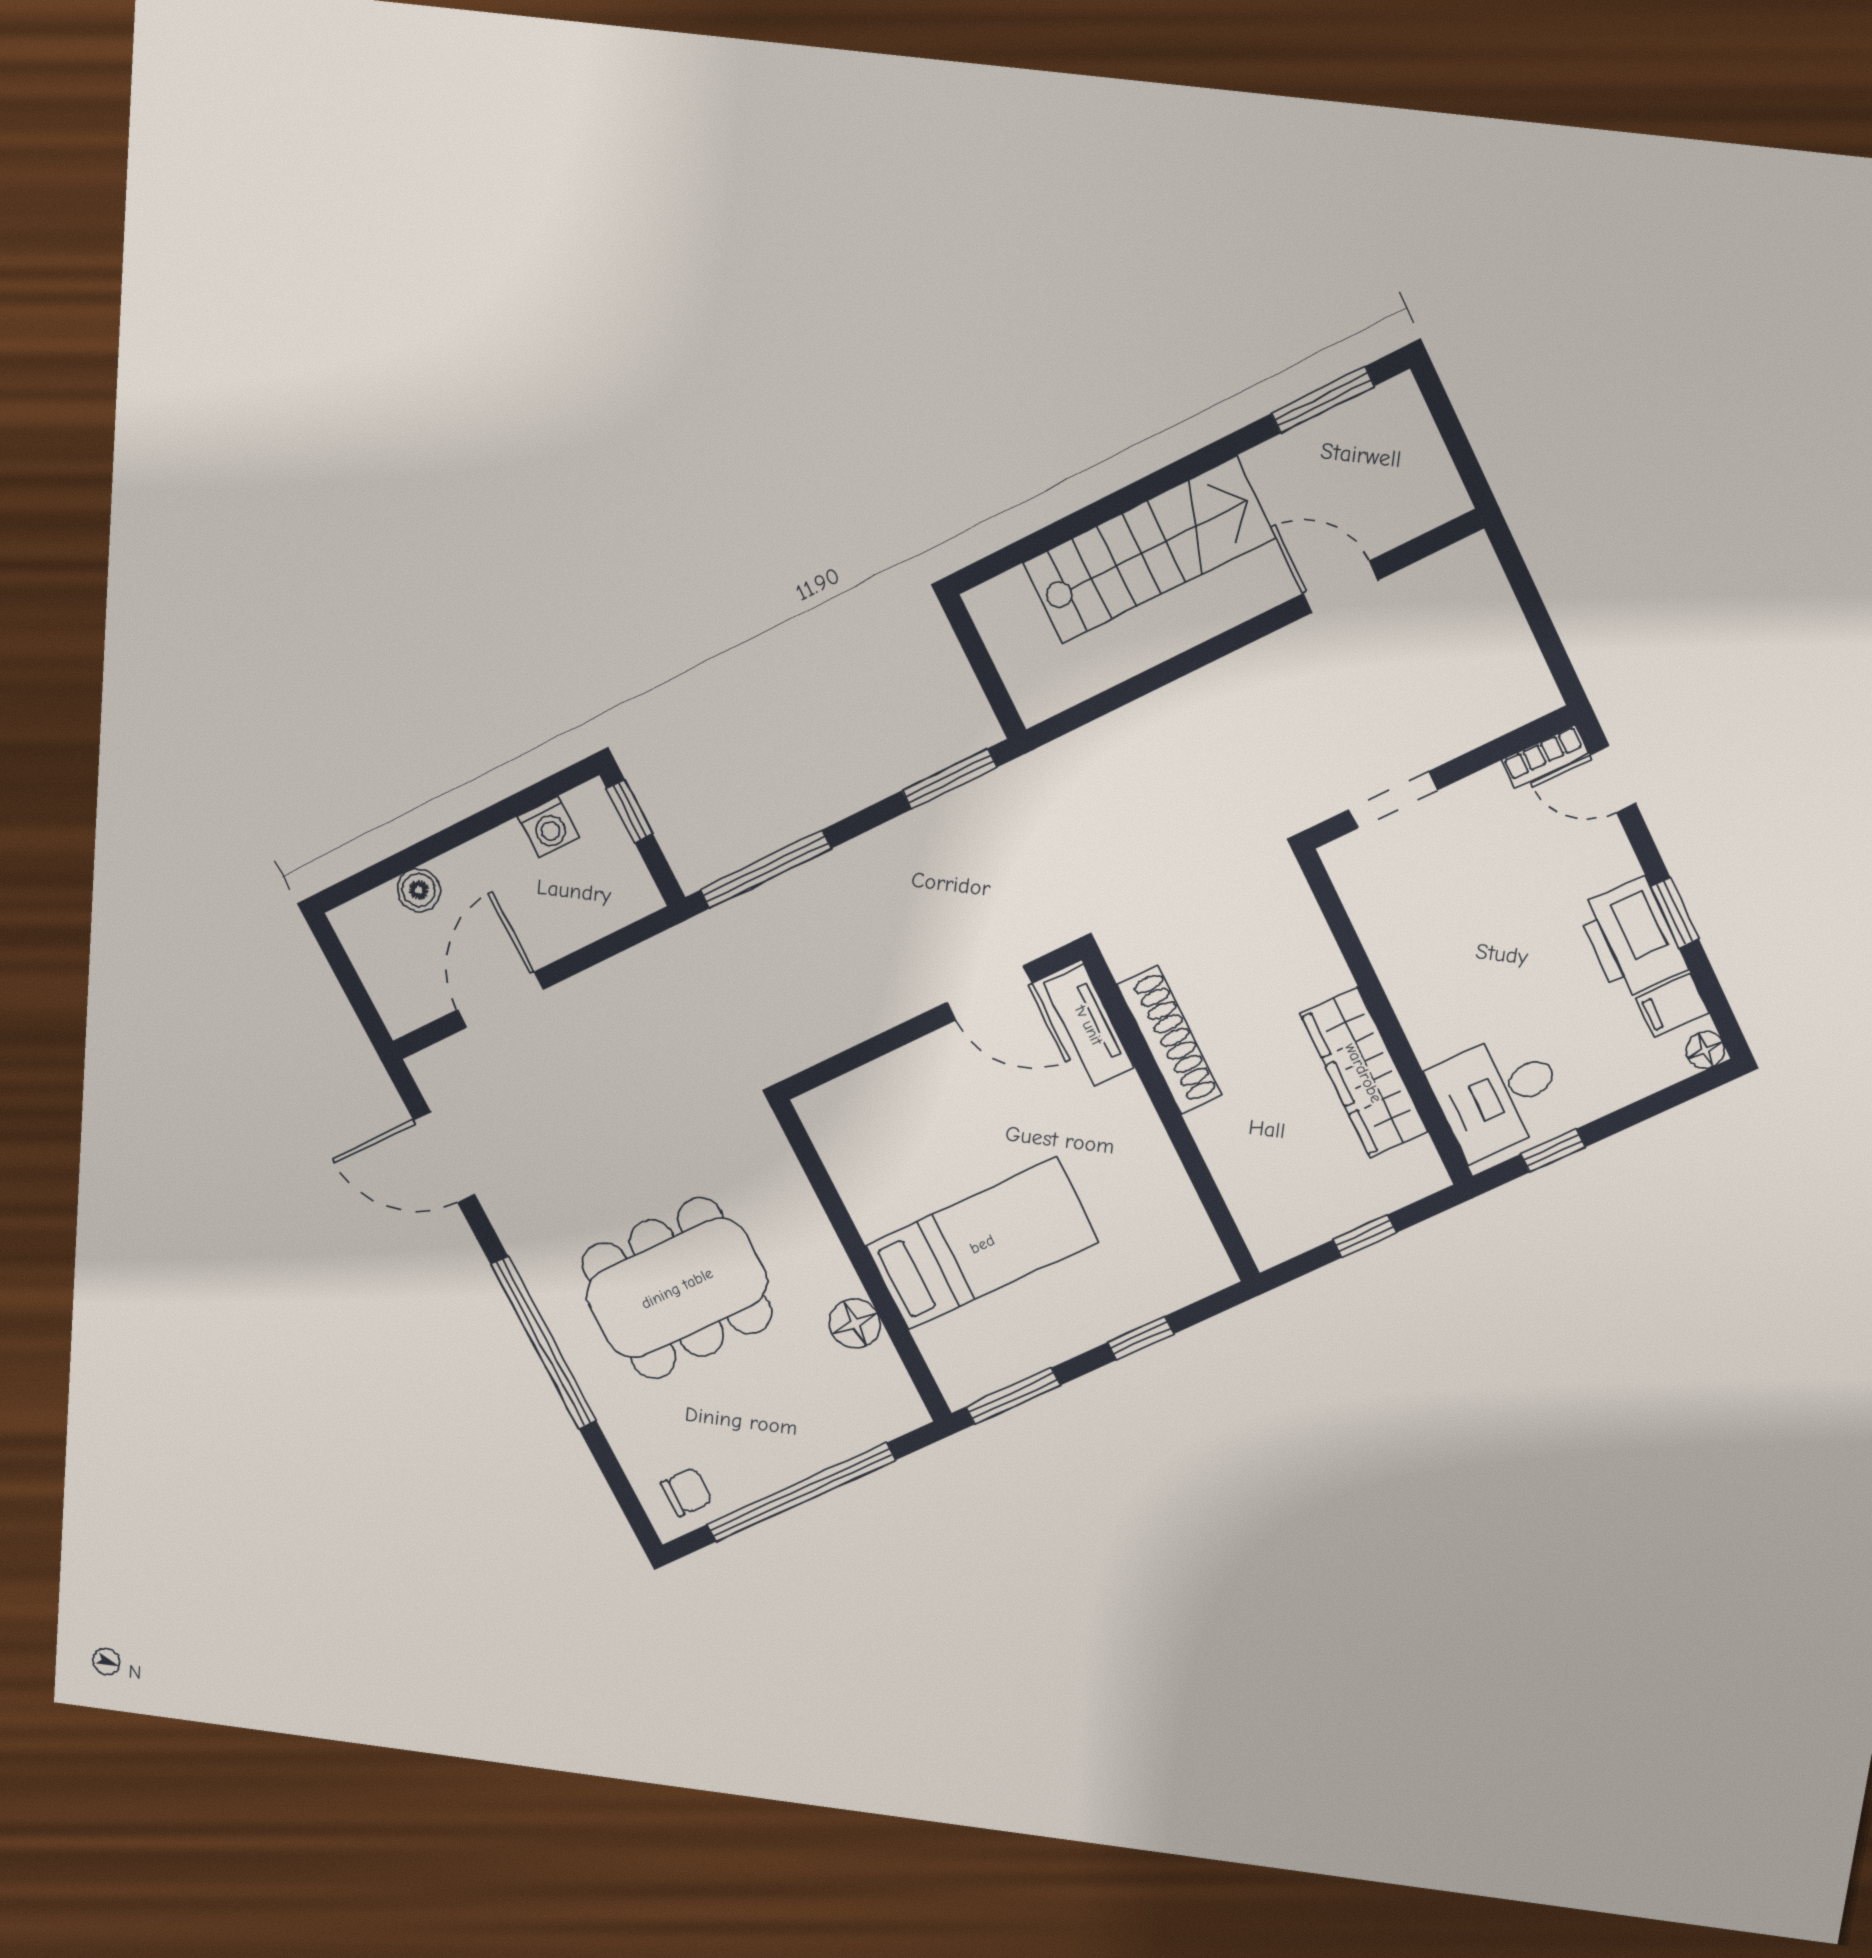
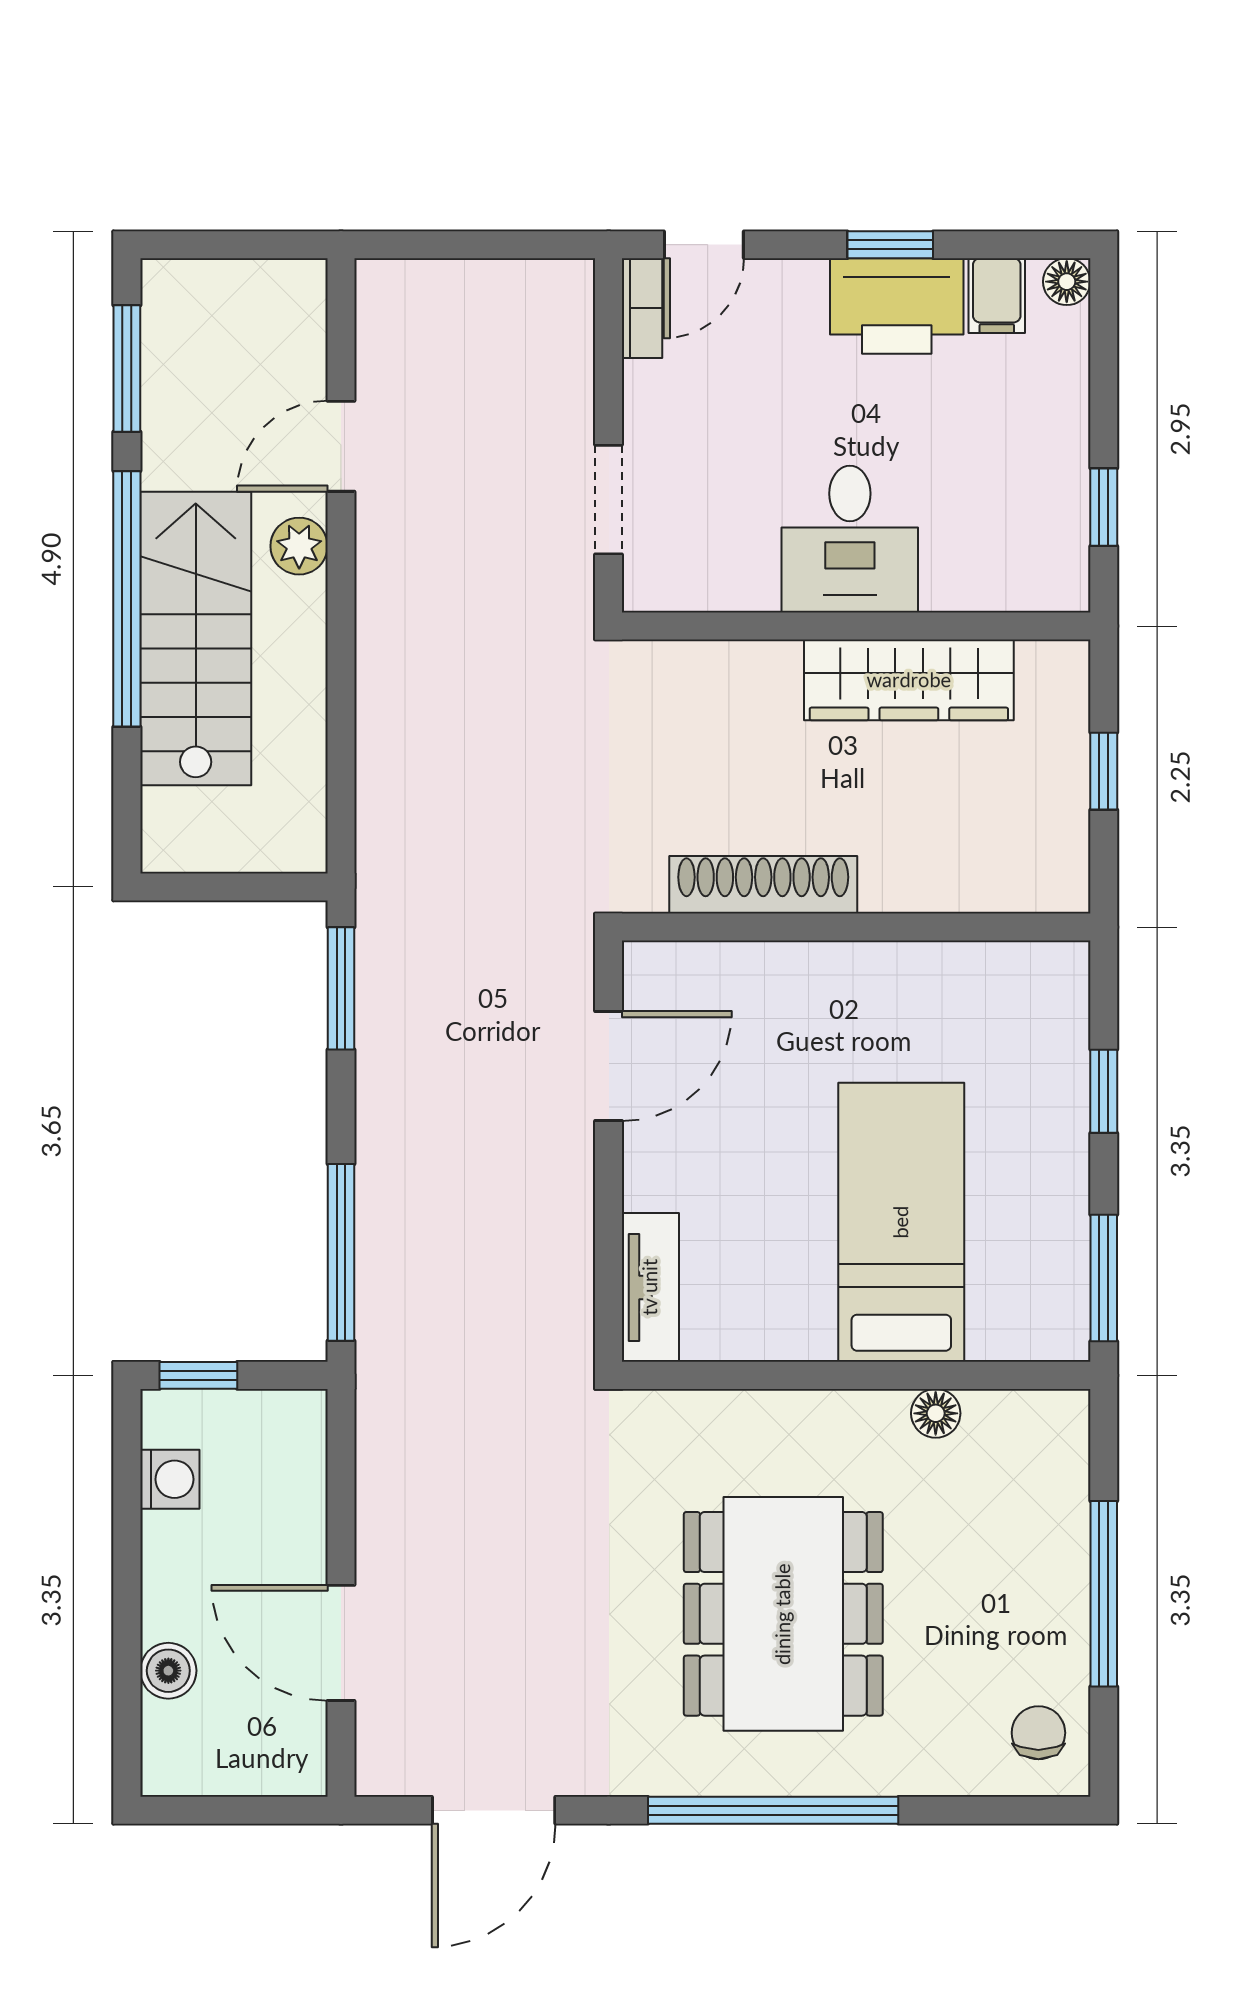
window: (1153, 485) -> (127, 599), added
plant: (1252, 592) -> (299, 546), added
tv unit: (1089, 1025) -> (650, 1287), moved, turned -90
desk: (1498, 1094) -> (850, 539), moved
floor lamp: (855, 1324) -> (936, 1413), width x0.73, depth x0.73
window: (801, 1492) -> (1104, 1594), width x0.68

